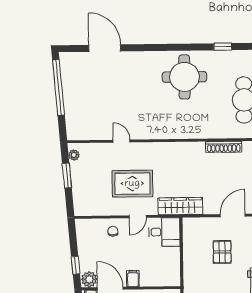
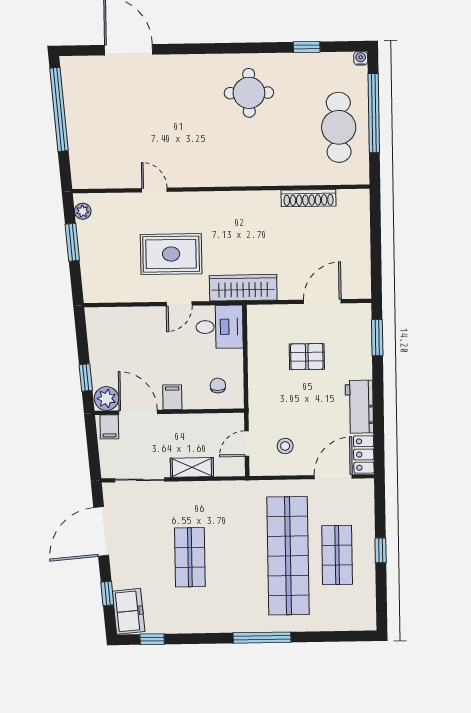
round table: (184, 77) -> (249, 93), width x0.73, depth x0.73
chair: (113, 231) -> (218, 386), moved
pallet: (222, 252) -> (307, 357), turned 90

